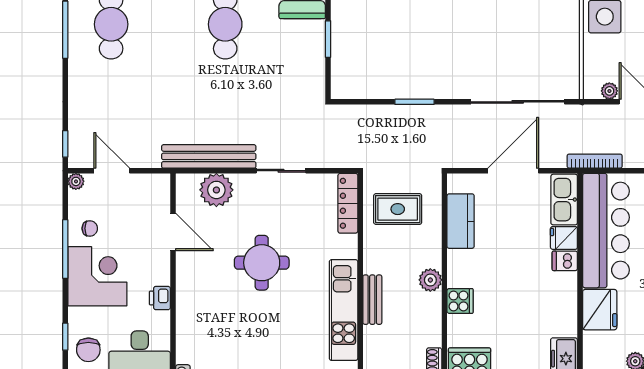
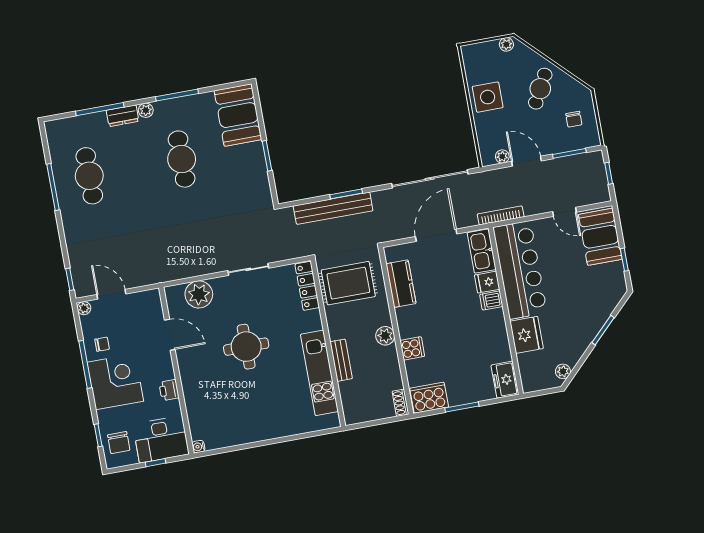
bench: (209, 156) -> (333, 208), moved
rug: (398, 209) -> (348, 283), width x1.36, depth x1.43

